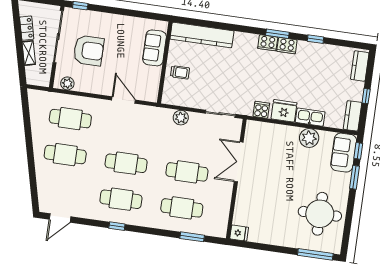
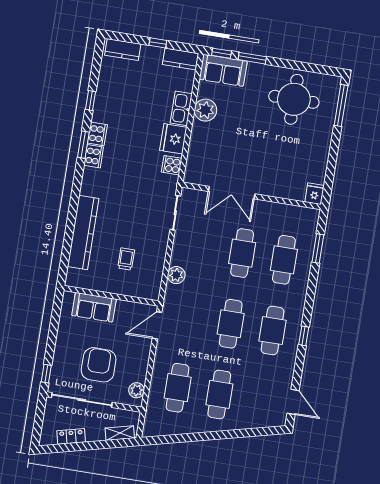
sofa: (154, 48) -> (94, 307), moved
shelving: (29, 53) -> (120, 433), moved
wall: (165, 62) -> (111, 296), moved
plant: (181, 118) -> (176, 275), moved

